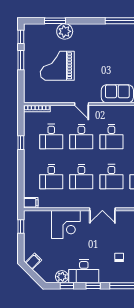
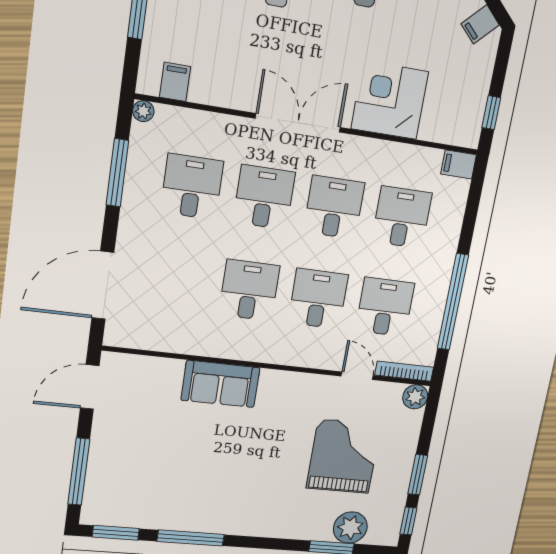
plant: (65, 31) -> (350, 528), moved
grand piano: (57, 66) -> (344, 456), turned -90
plant: (29, 97) -> (415, 397), added
door: (82, 104) -> (357, 376), moved
window: (21, 143) -> (453, 302), width x3.17
double door: (102, 209) -> (298, 123), width x1.37

